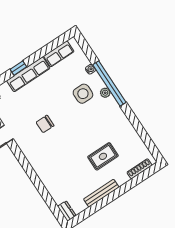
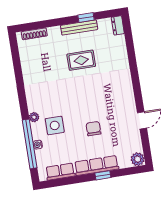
window: (109, 84) -> (30, 144), moved
chair: (45, 124) -> (93, 129), moved, turned -90
rug: (103, 156) -> (81, 60), moved
window: (99, 205) -> (86, 17), added

